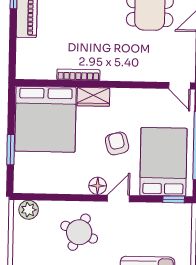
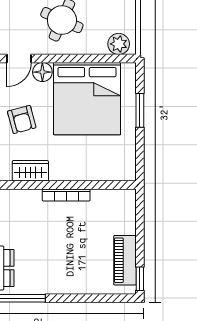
wardrobe: (93, 97) -> (30, 171), moved
bed: (45, 119) -> (87, 99), moved, turned 180

